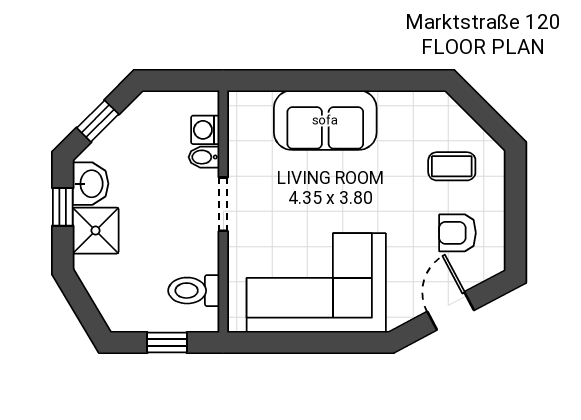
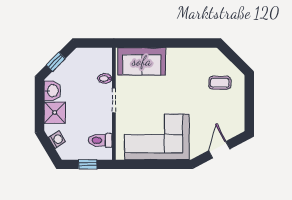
sofa: (325, 120) -> (142, 61), moved
washing machine: (205, 130) -> (57, 140), moved, turned 149
window: (63, 207) -> (39, 101), removed
armchair: (457, 233) -> (222, 114), removed

